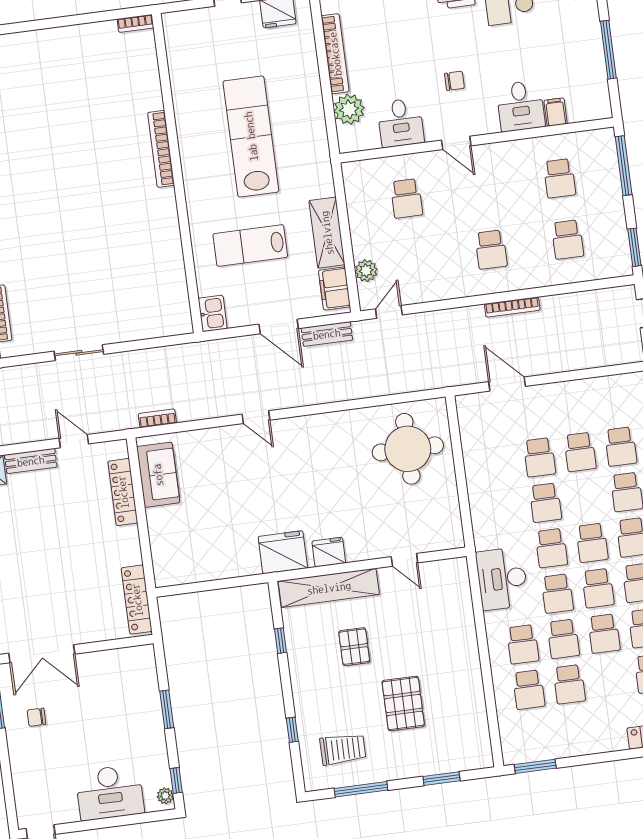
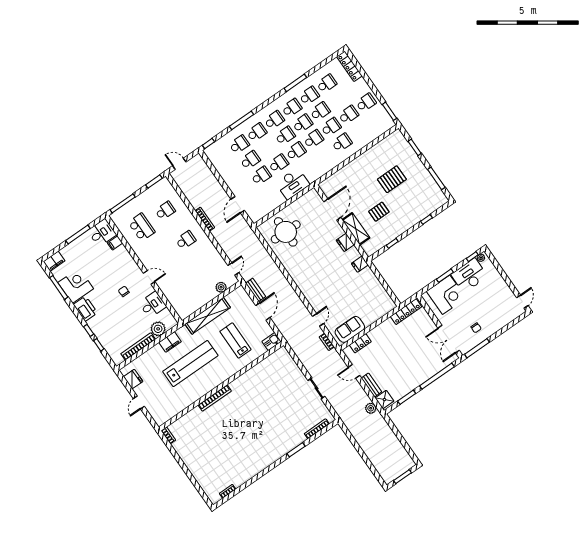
desk: (521, 106) -> (102, 233), moved
lab bench: (251, 136) -> (190, 364), turned 180
door: (456, 143) -> (149, 277), hinge flipped
school desk: (559, 178) -> (142, 227), width x1.85
school desk: (406, 198) -> (183, 286), removed
shelving: (327, 233) -> (208, 316), width x1.47
lab bench: (250, 245) -> (235, 340), turned 180
filing cabinet: (334, 288) -> (170, 342), moved
door: (389, 312) -> (233, 269), swing flipped
door: (256, 417) -> (318, 320), moved
door: (74, 441) -> (354, 371), hinge flipped
locker: (123, 492) -> (360, 343), width x0.66
fridge: (283, 552) -> (360, 264), width x0.53, depth x0.75
door: (404, 560) -> (332, 210), width x1.87
desk: (502, 579) -> (293, 184), moved
shelving: (329, 588) -> (356, 229), width x0.68
double door: (42, 654) -> (449, 339), swing flipped
school desk: (529, 690) -> (366, 103), moved
corner desk: (129, 693) -> (446, 295), added
trolley: (343, 749) -> (424, 194), removed
desk: (110, 793) -> (469, 275), moved, turned -90

